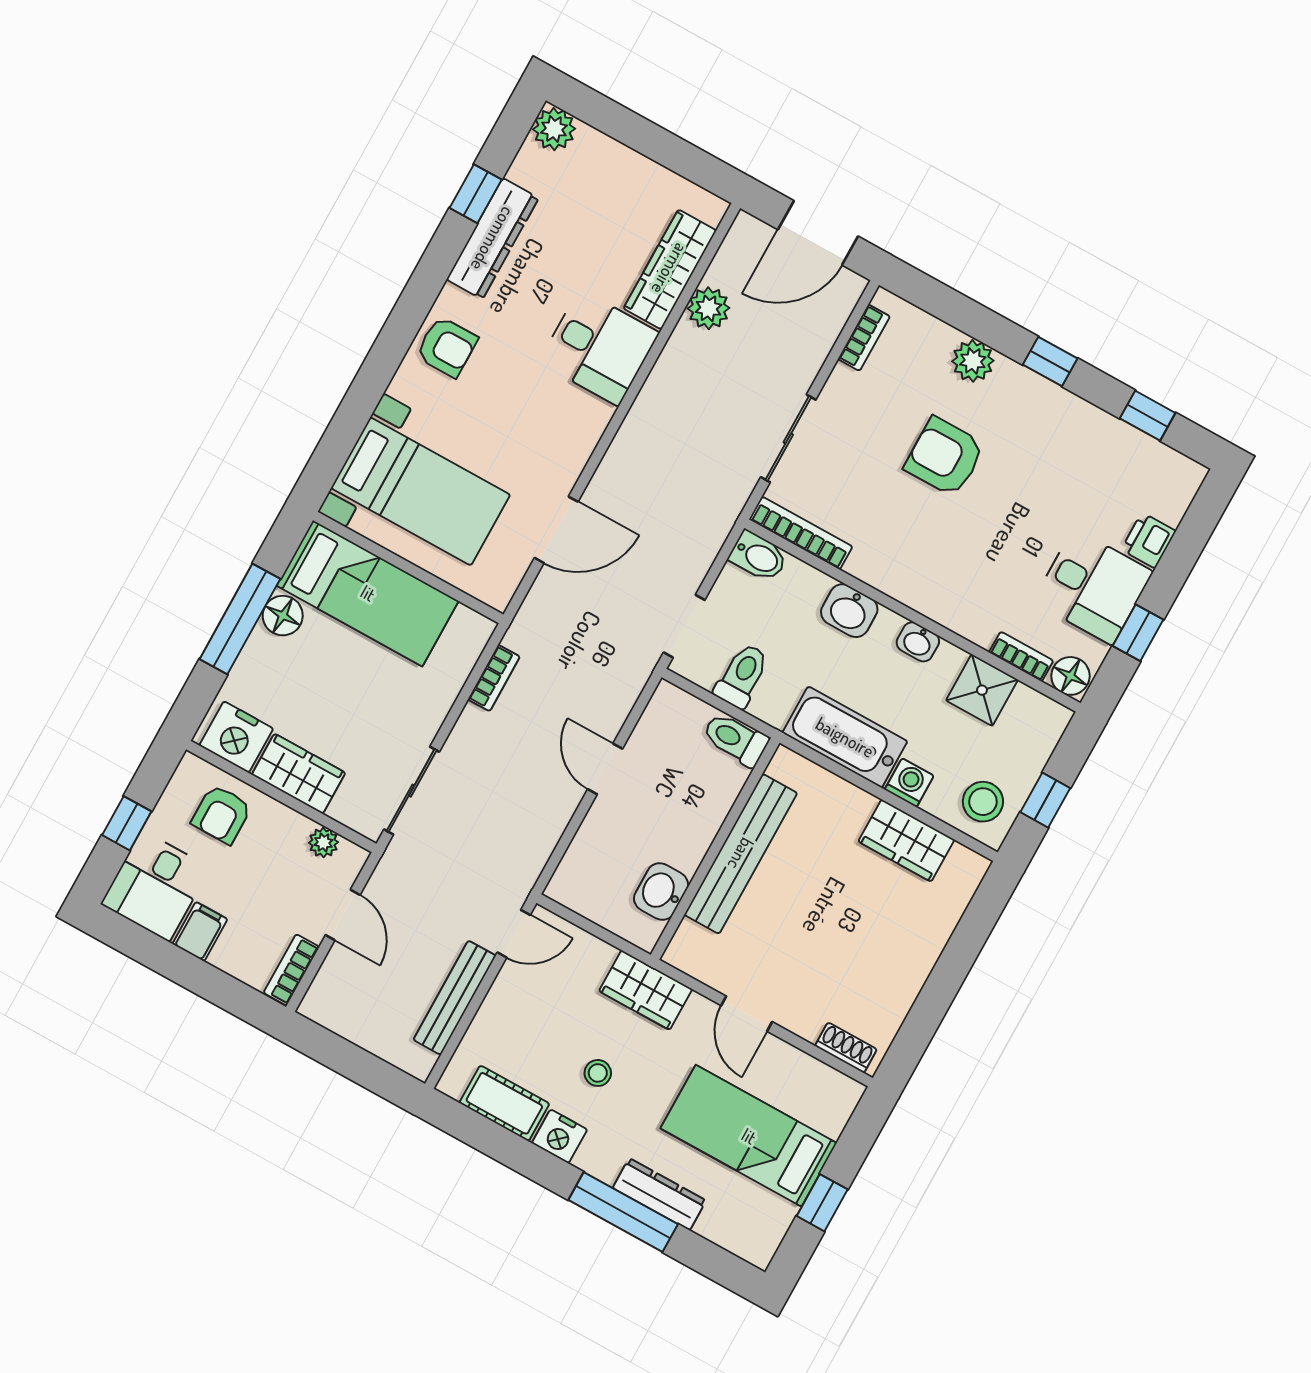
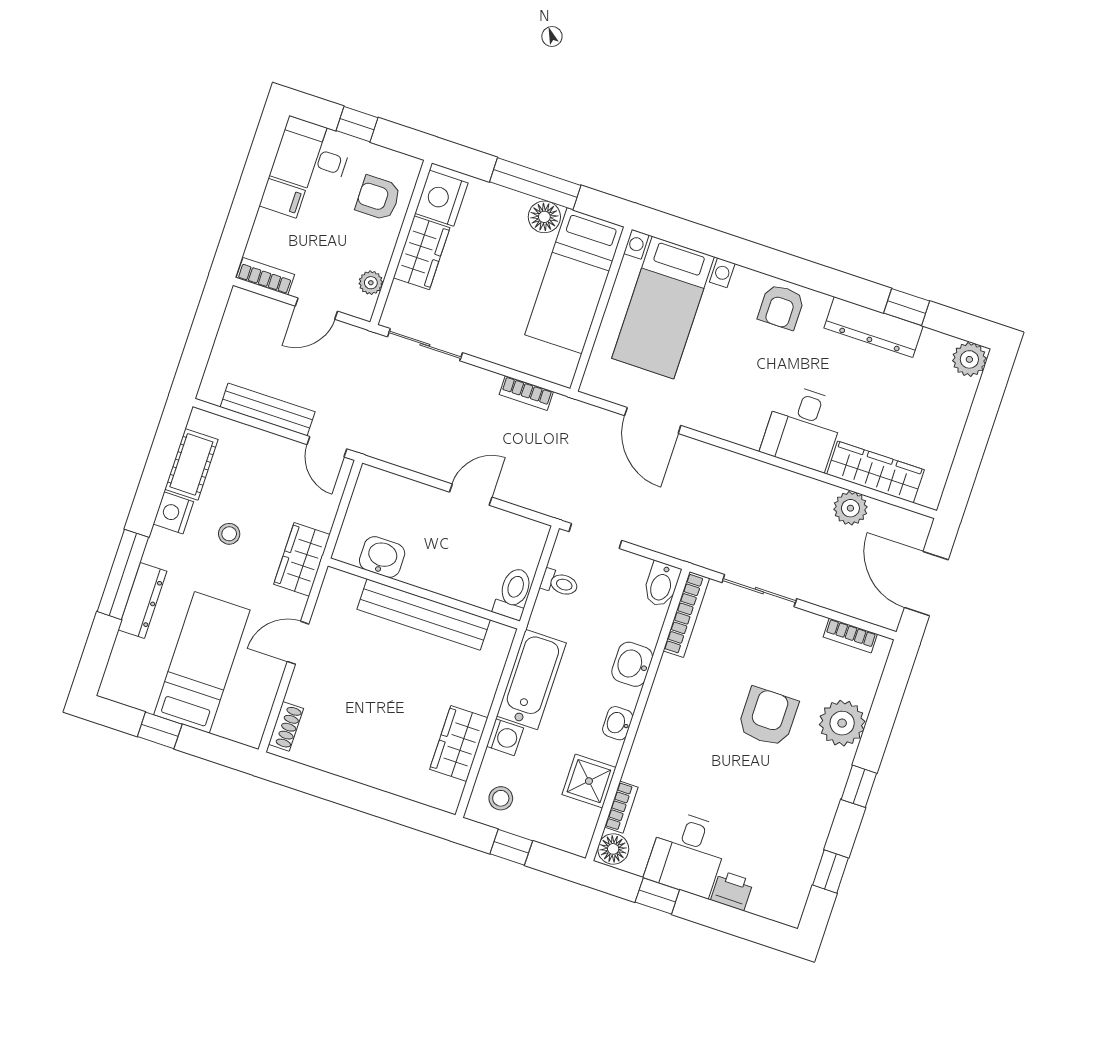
plant: (973, 361) -> (842, 723), width x1.36, depth x1.36
toilet: (742, 676) -> (560, 583), width x0.73, depth x0.72
stool: (983, 802) -> (501, 798), width x0.73, depth x0.73

